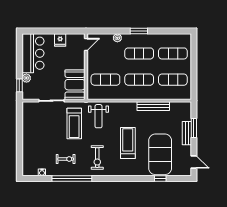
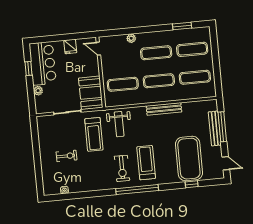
window: (139, 31) -> (182, 26), moved
door: (86, 45) -> (98, 49), swing flipped
window: (19, 85) -> (28, 69), moved
bench: (153, 106) -> (164, 109), moved
window: (194, 128) -> (222, 127), width x1.44
bench: (187, 133) -> (215, 128), width x1.36
treadmill: (128, 143) -> (146, 163), moved
exercise bike: (66, 159) -> (67, 156), moved
window: (72, 178) -> (137, 190), moved

